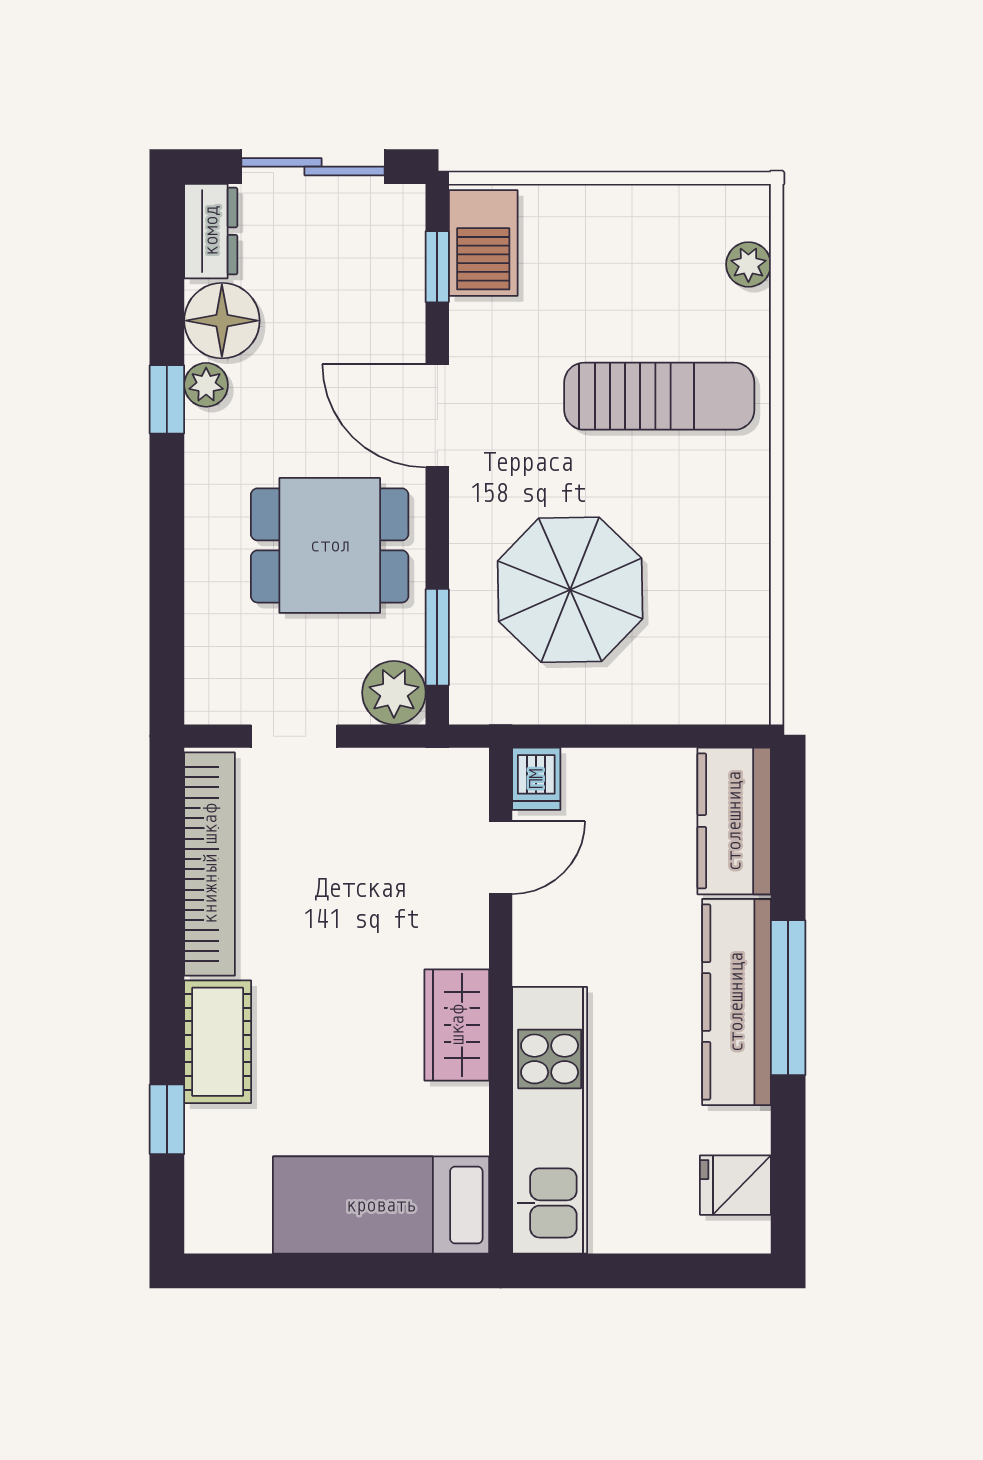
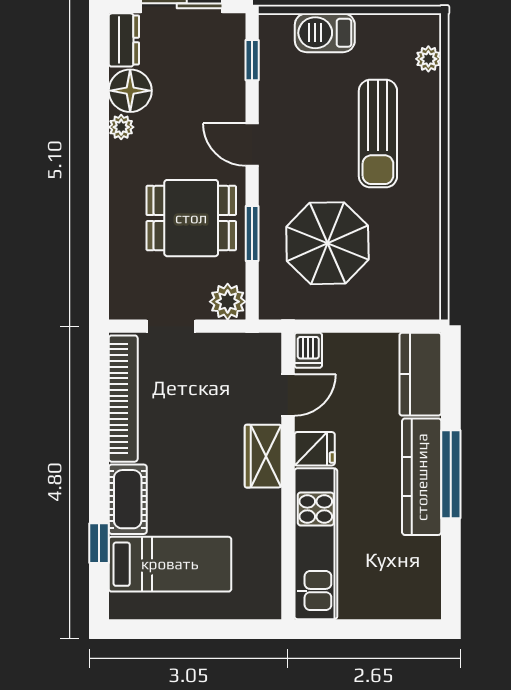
barbecue: (483, 243) -> (325, 33), moved, turned 90
sun lounger: (659, 396) -> (378, 134), turned 90
window: (167, 399) -> (99, 135), removed
door: (437, 416) -> (252, 145), width x0.73
window: (437, 637) -> (252, 233), moved
wardrobe: (457, 1025) -> (263, 456), moved
fridge: (735, 1185) -> (315, 449), moved, turned 180
bed: (381, 1205) -> (170, 564), moved, turned 180

